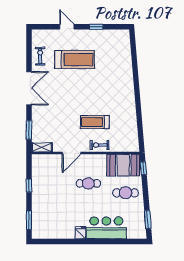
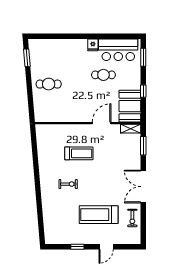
door: (67, 27) -> (106, 247), hinge flipped
exercise bike: (100, 145) -> (68, 184), moved
booth: (123, 165) -> (130, 106), moved, turned 90
window: (143, 168) -> (31, 108), removed
cafe table: (88, 183) -> (103, 75), moved
bar counter: (106, 228) -> (118, 50), moved

